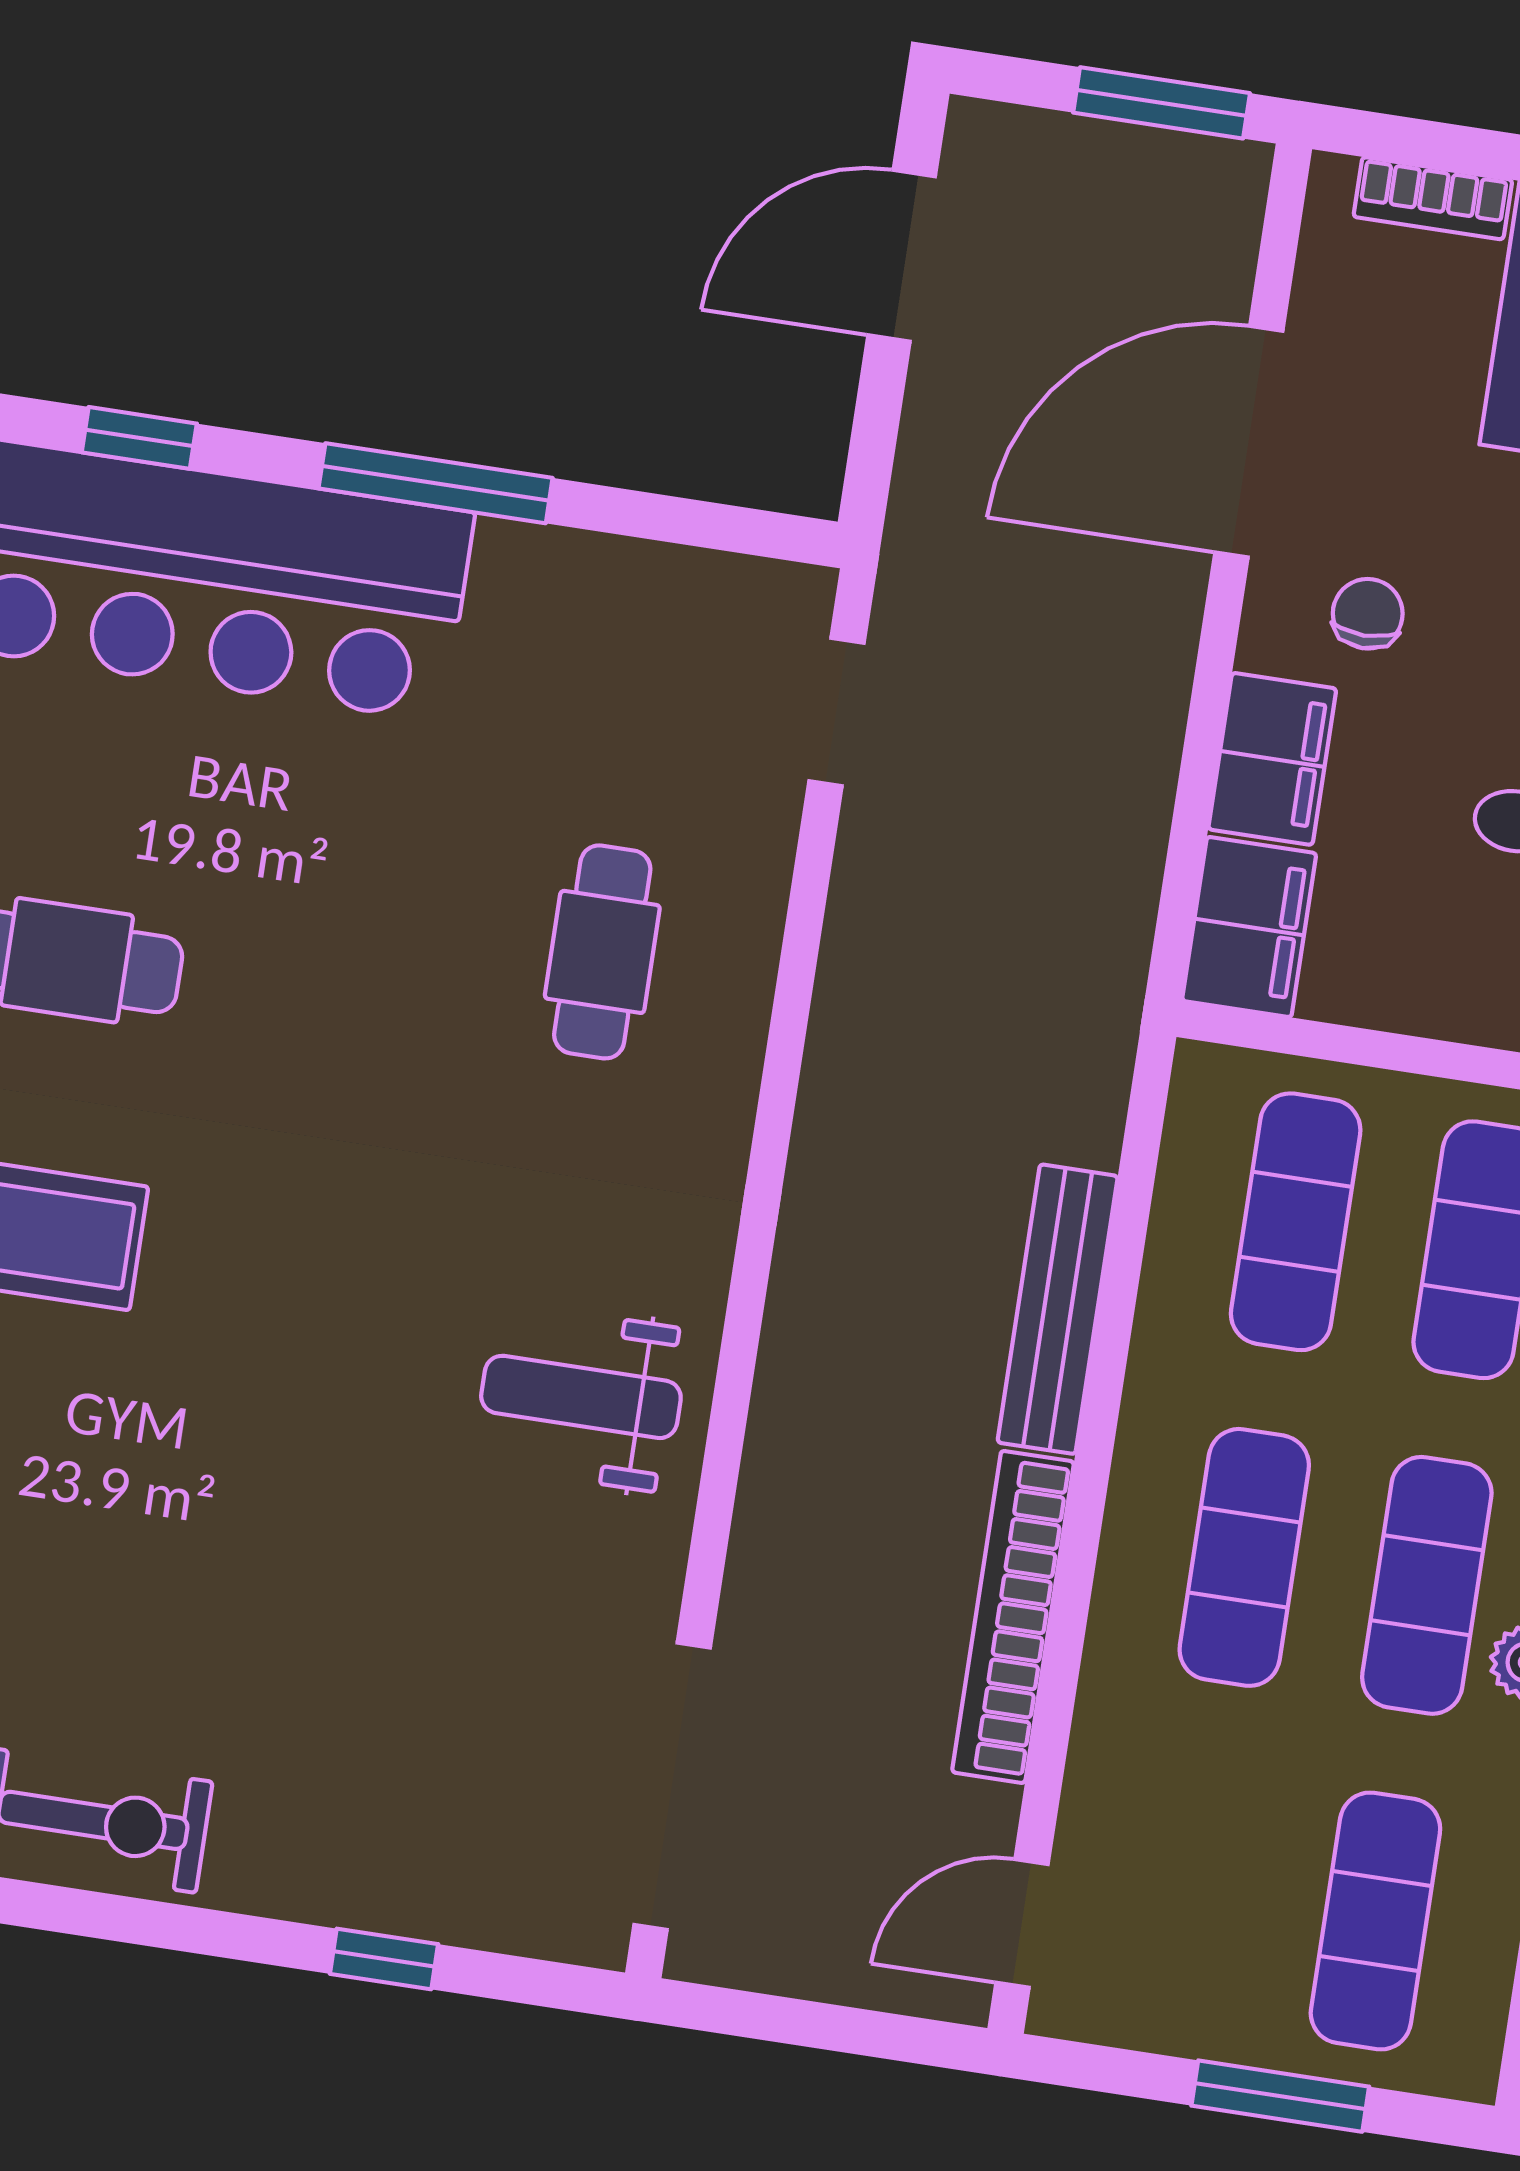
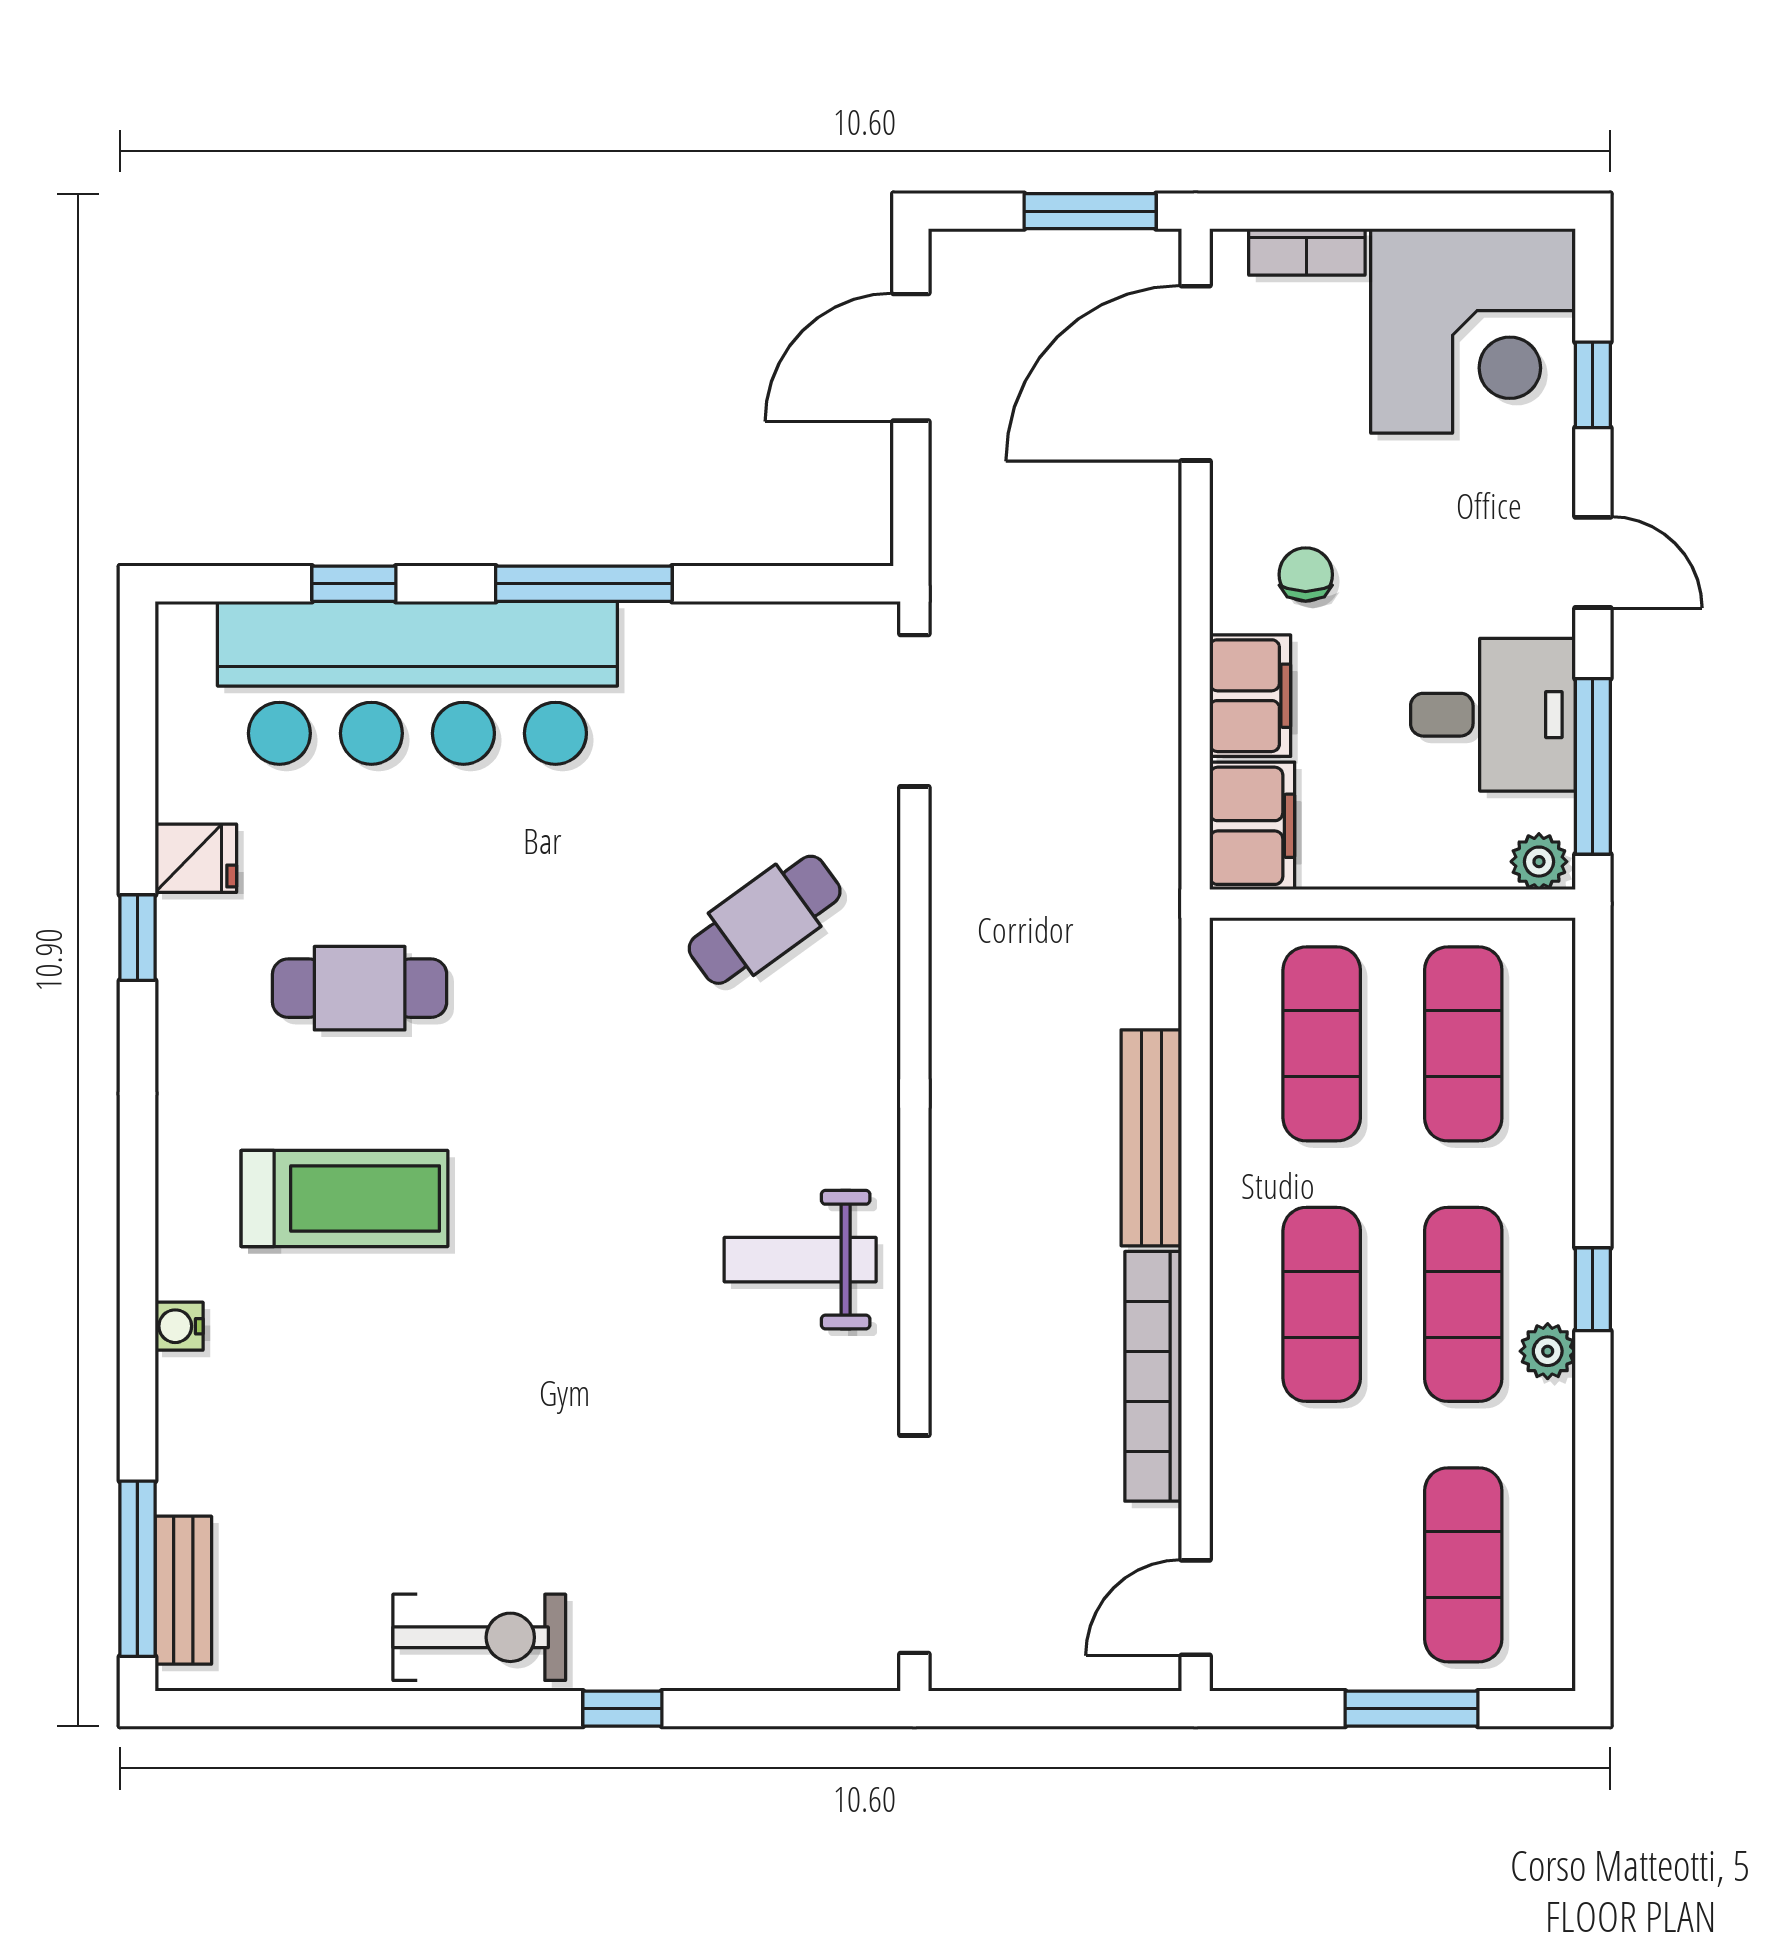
door: (1249, 442) -> (1196, 373), moved
doorway: (837, 712) -> (914, 711), width x1.38
cafe table: (602, 952) -> (765, 920), turned 54
window: (384, 1959) -> (622, 1709), moved

